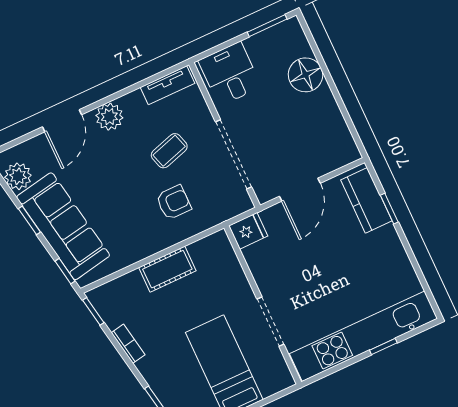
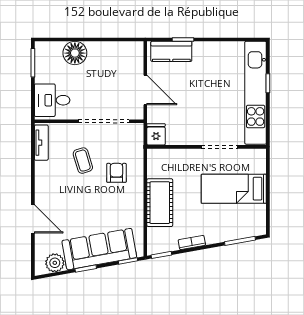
plant: (109, 117) -> (44, 188), removed
cot: (167, 269) -> (160, 203), width x1.37, depth x1.34

